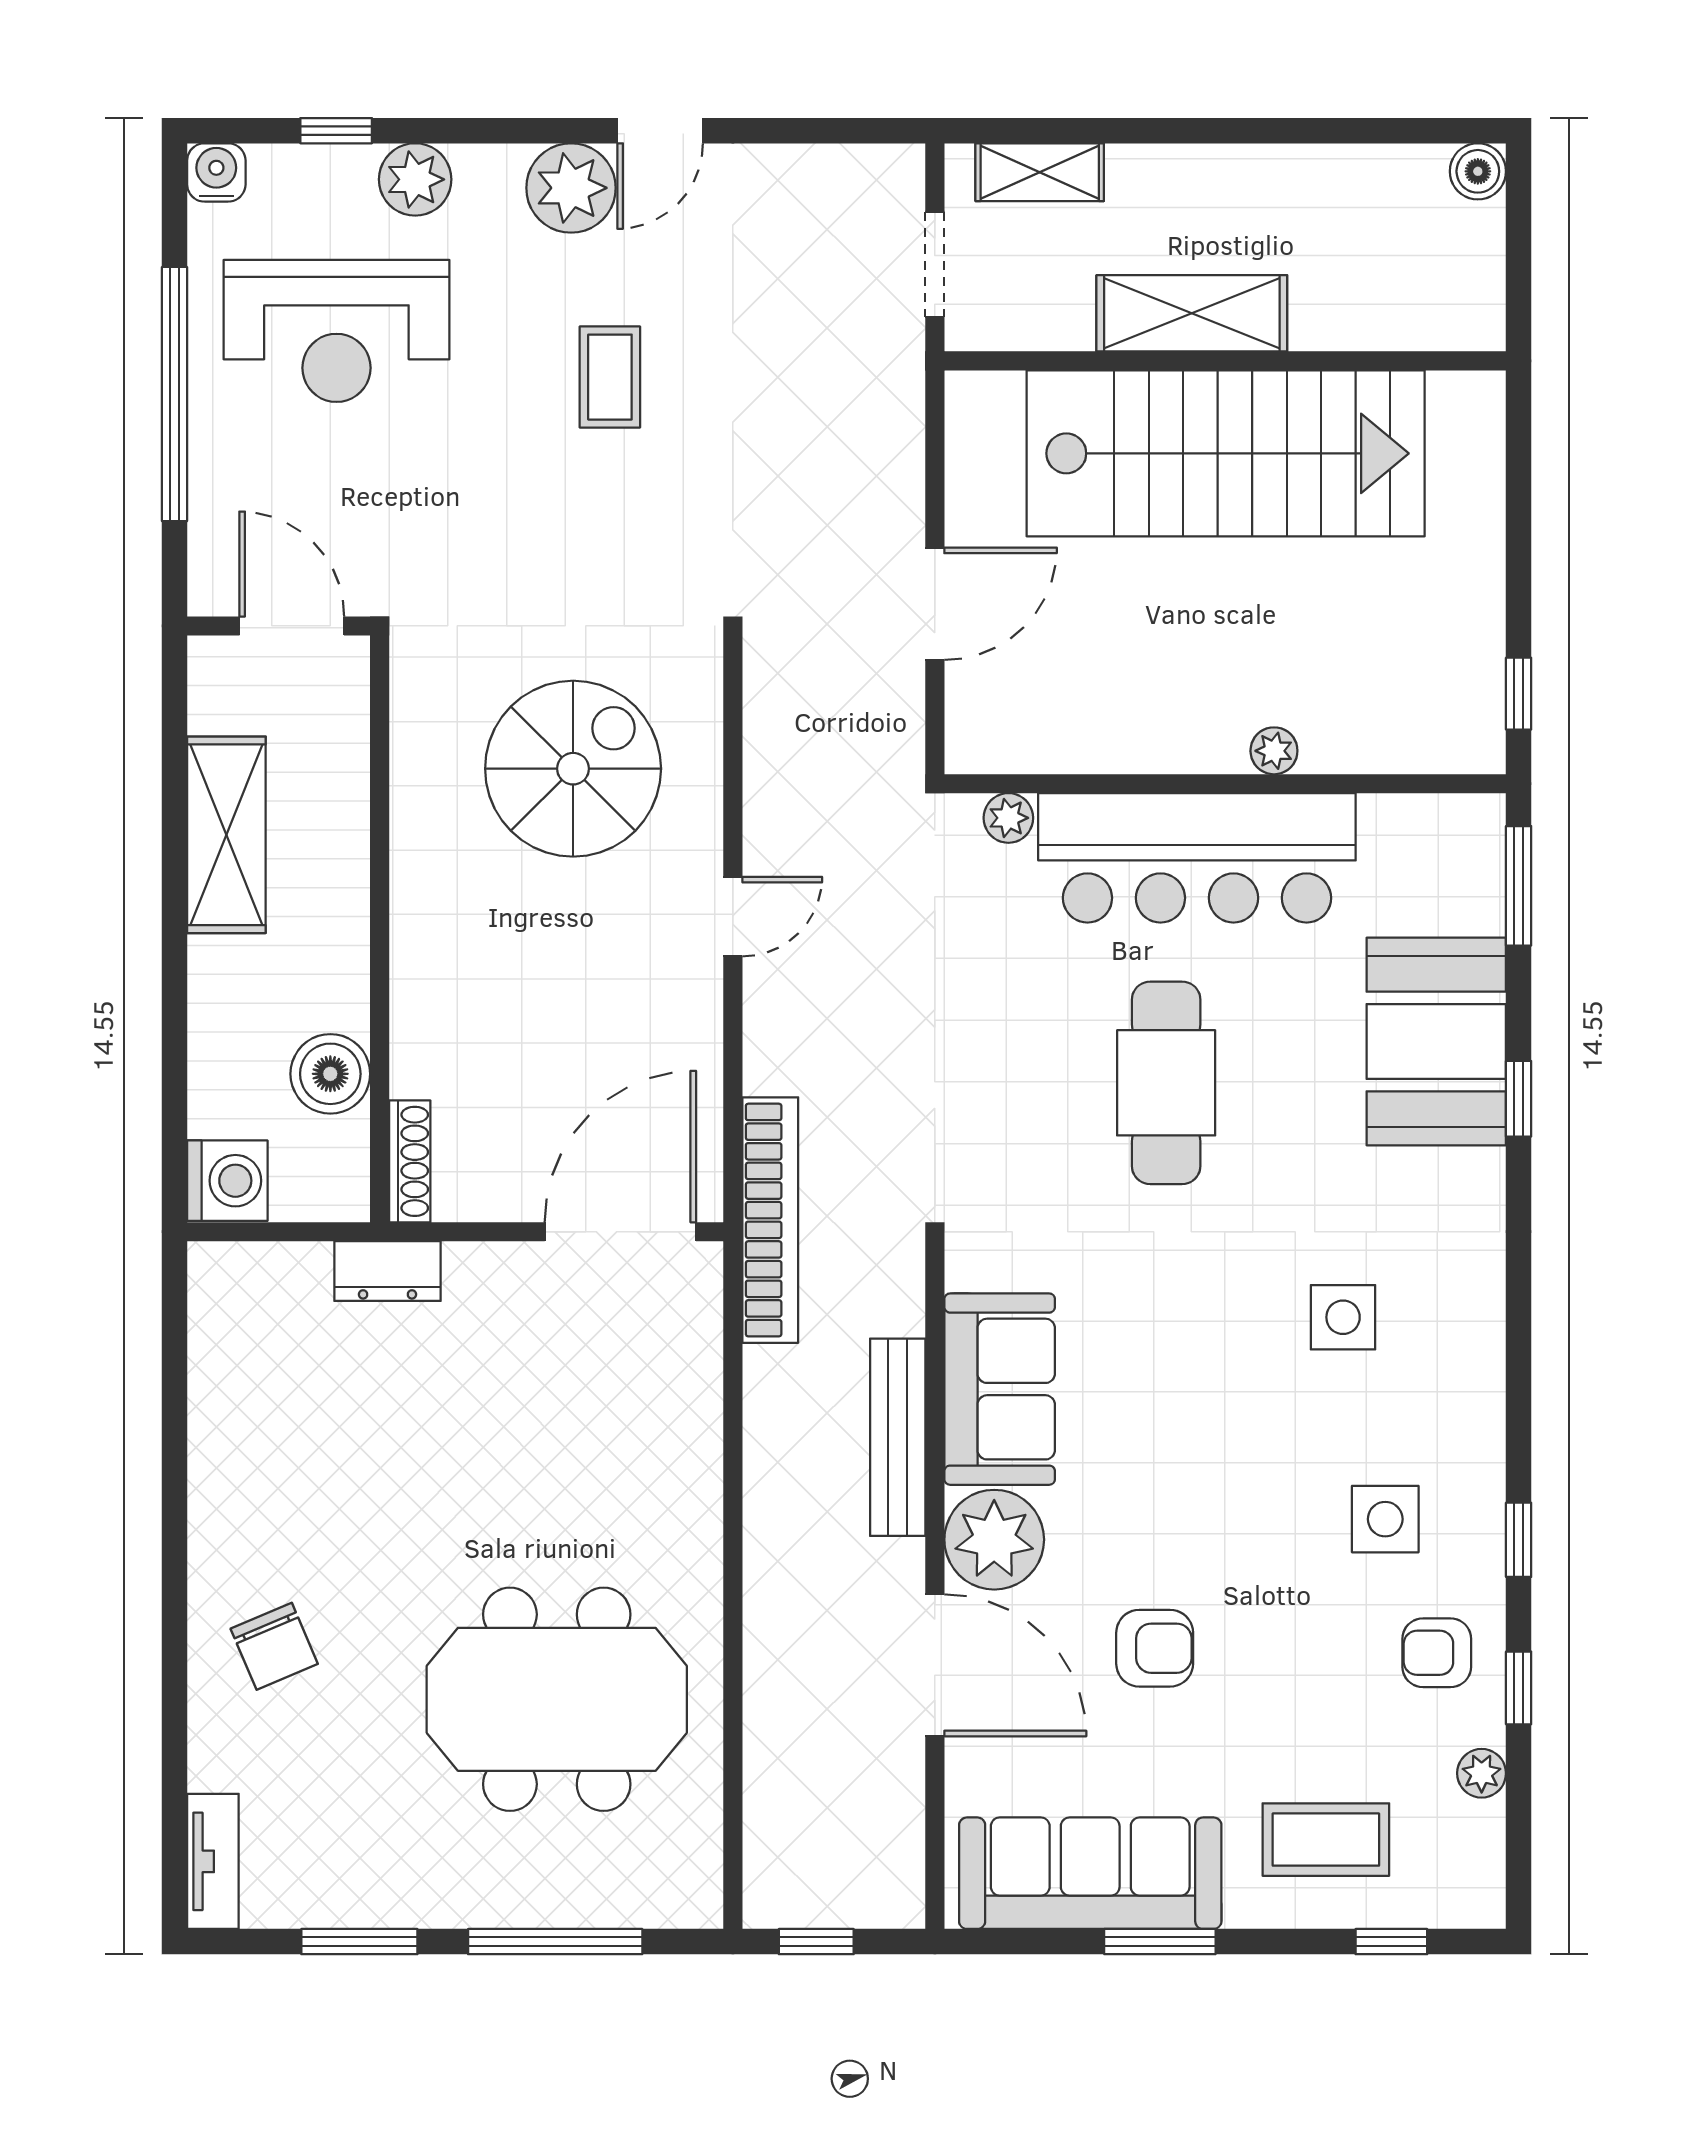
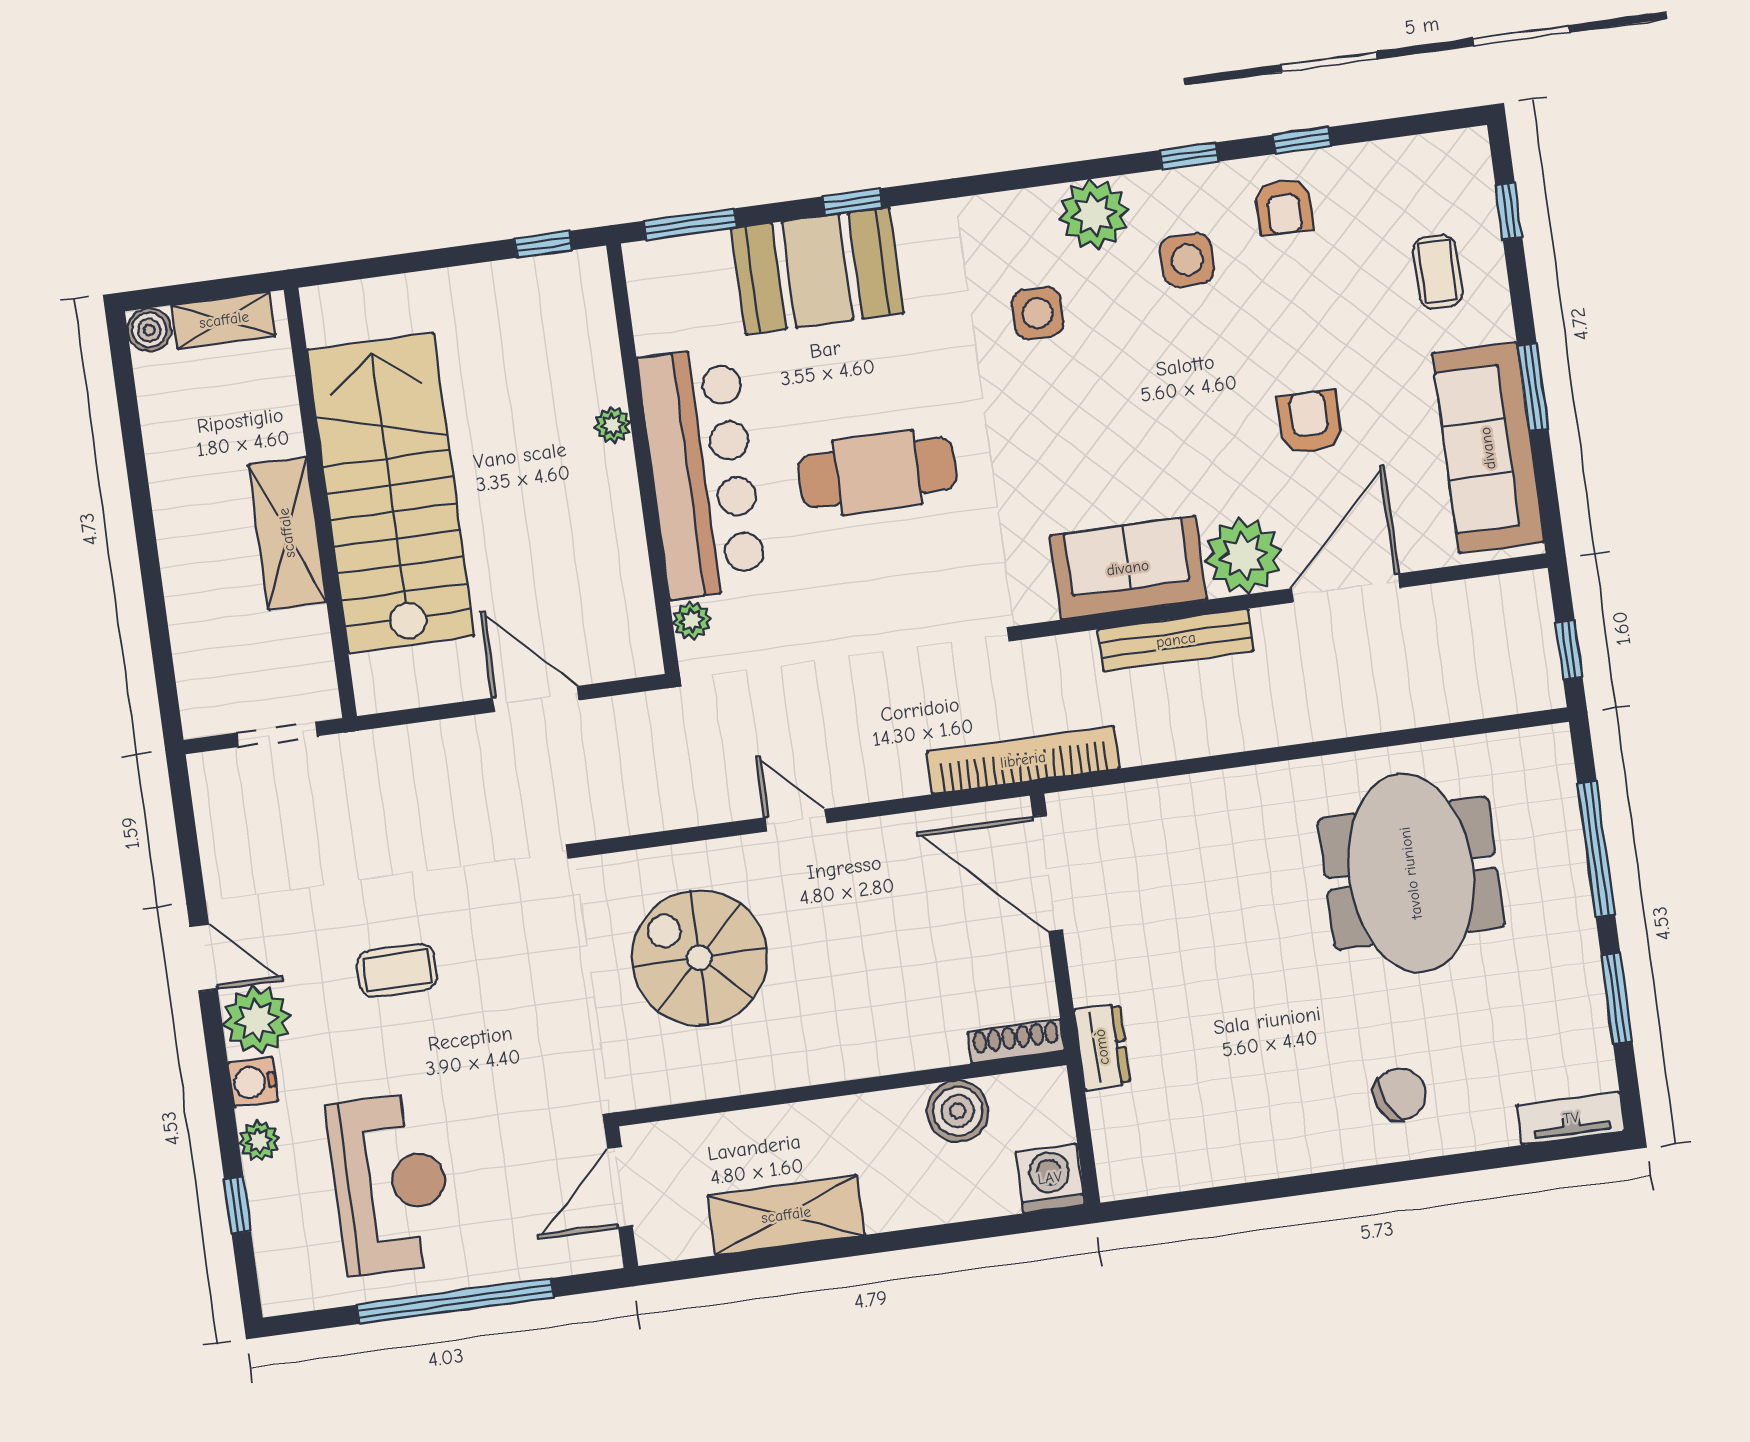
water cooler: (216, 172) -> (253, 1082), moved
shelving: (1040, 172) -> (224, 320), moved, turned 90
plant: (415, 179) -> (259, 1141), width x0.73, depth x0.73
plant: (1482, 1773) -> (1094, 214), moved, width x1.88, depth x1.88
coffee table: (1326, 1840) -> (1438, 272), width x0.73, depth x0.77

